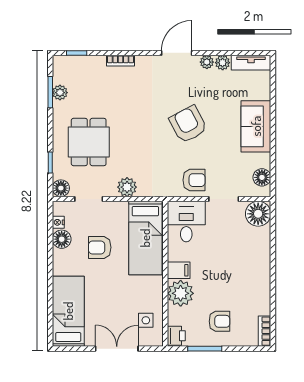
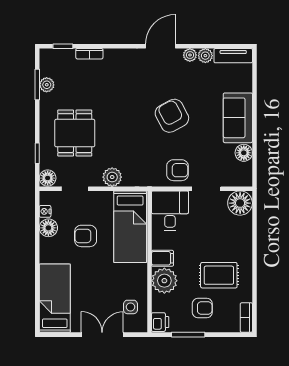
bookcase: (121, 61) -> (89, 54), moved
floor lamp: (262, 177) -> (244, 153), moved
rug: (236, 288) -> (219, 275), added

